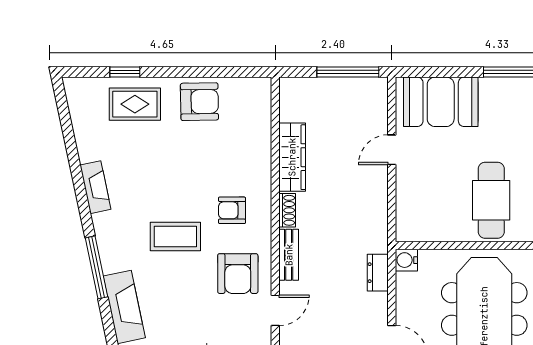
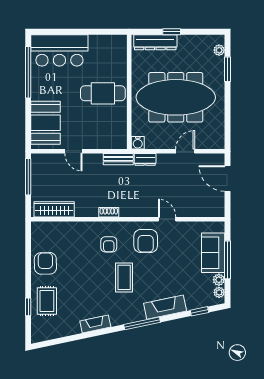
wardrobe: (292, 157) -> (54, 209), moved
bench: (289, 255) -> (118, 159), moved
armchair: (238, 274) -> (146, 241), turned 90

